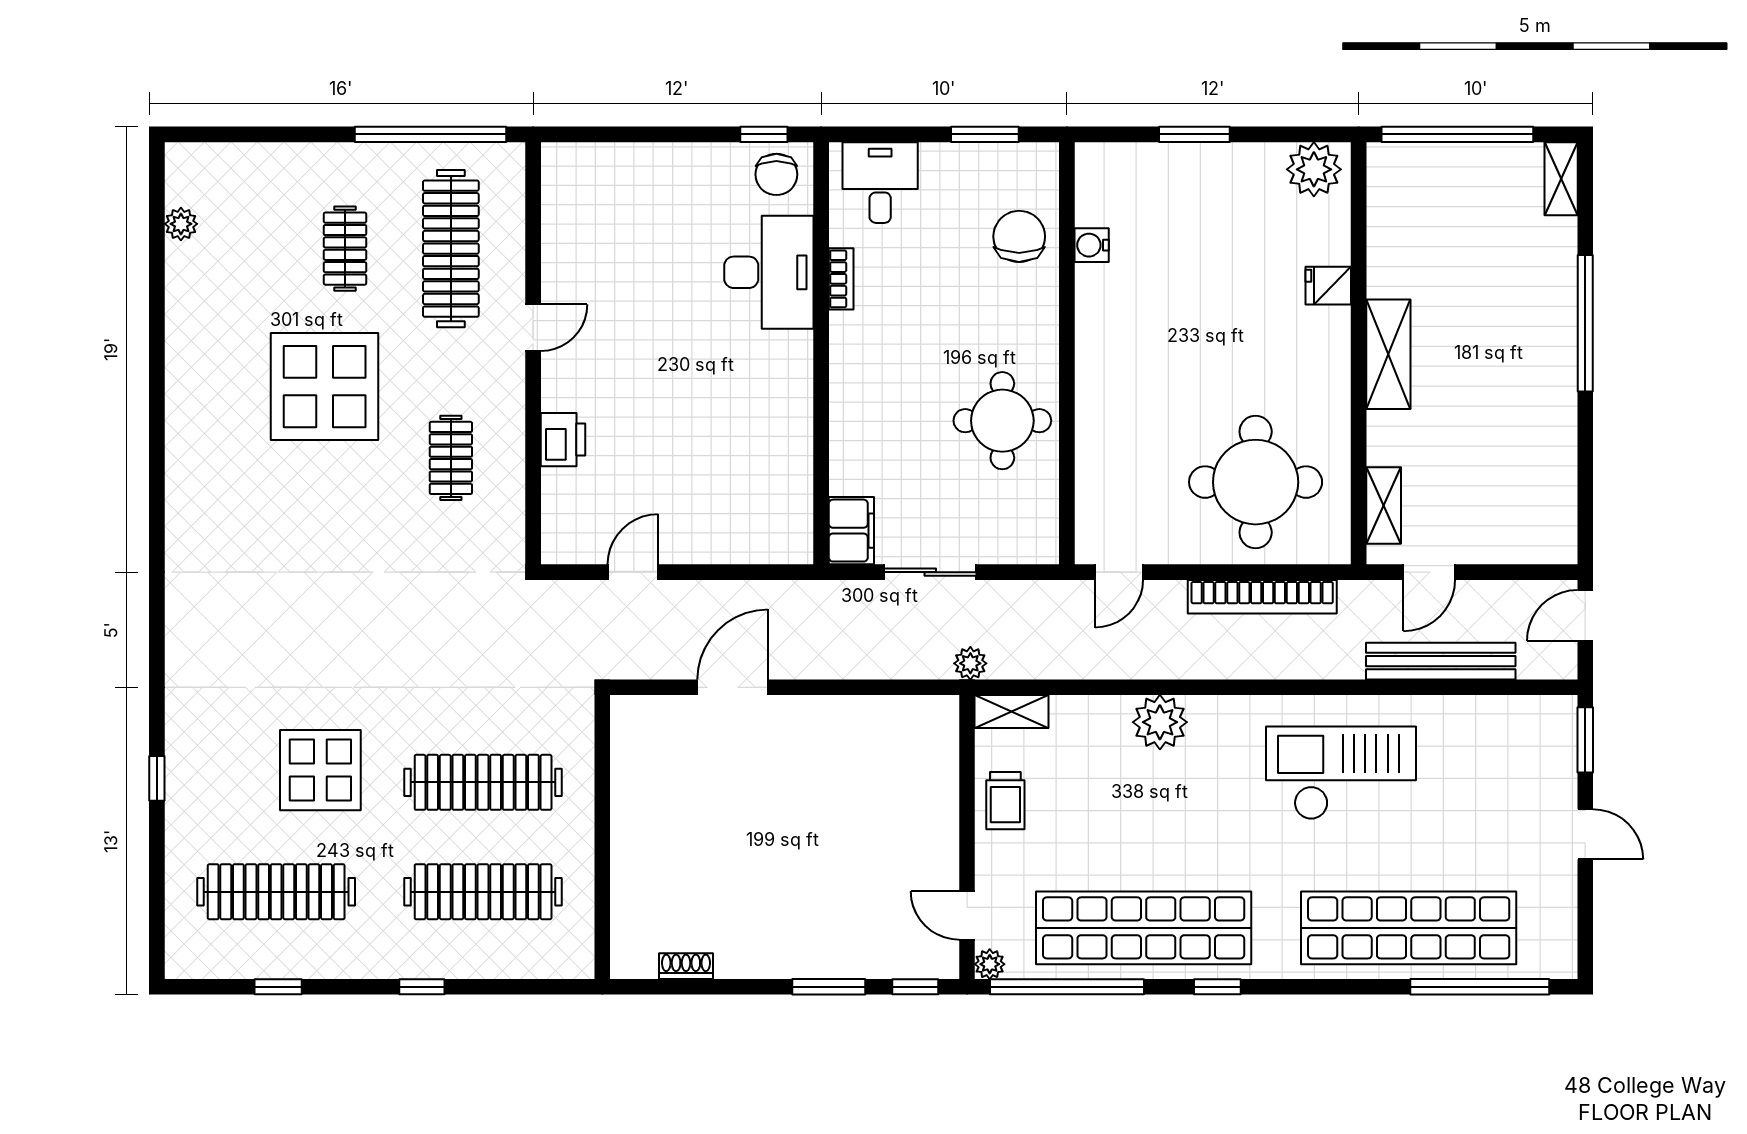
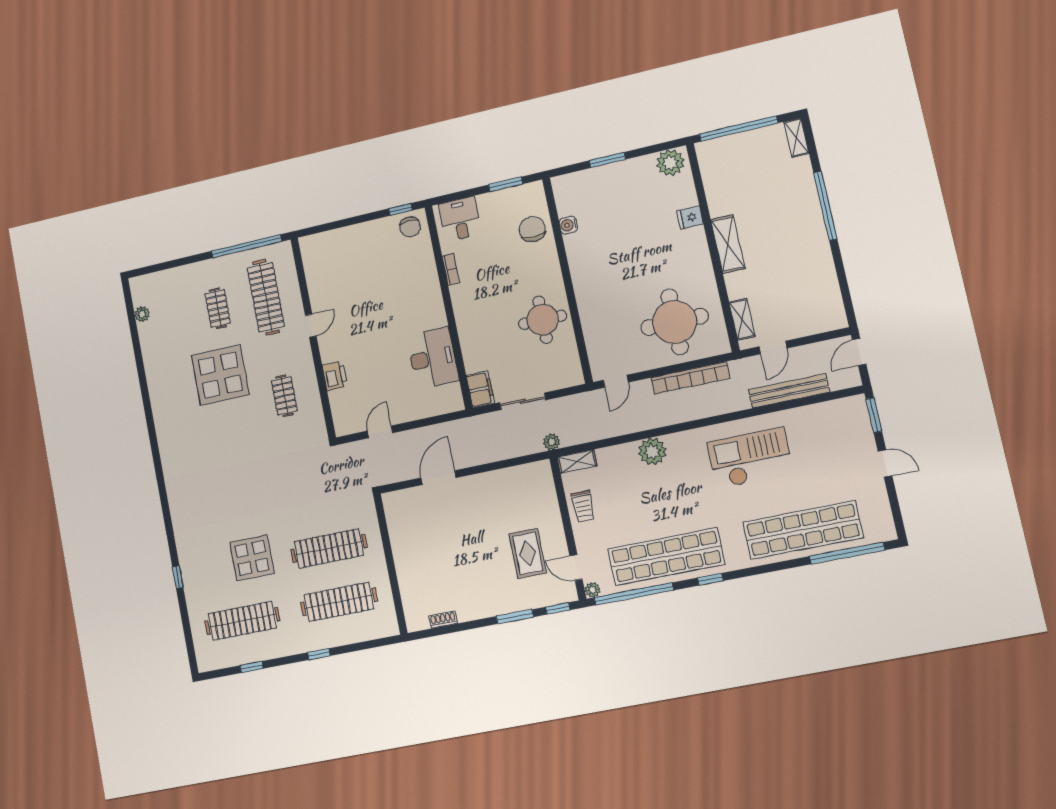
desk: (769, 272) -> (433, 358), moved
rug: (879, 870) -> (528, 553), added

